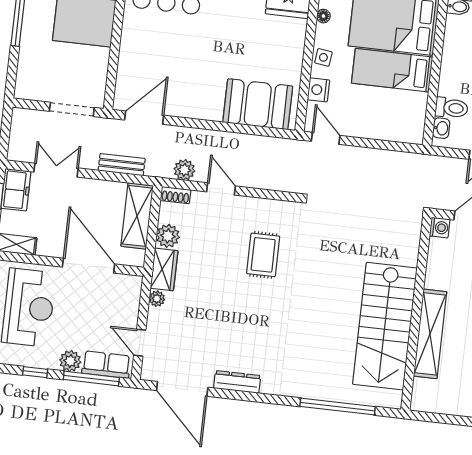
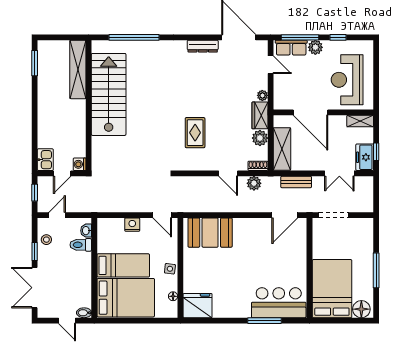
nightstand: (318, 90) -> (132, 225), moved, turned -90
shelving: (430, 334) -> (78, 69), moved

